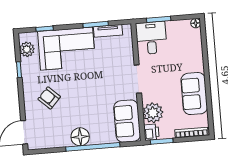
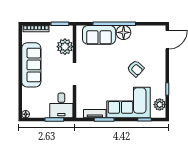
sofa: (194, 94) -> (31, 65), width x1.36
armchair: (49, 98) -> (136, 68), moved
sofa: (127, 121) -> (99, 35), moved, turned 90
printer: (151, 132) -> (67, 32), removed

